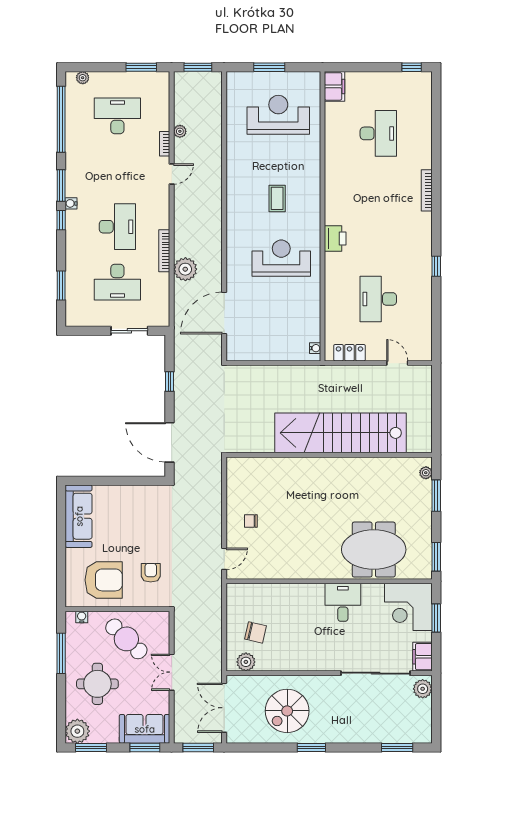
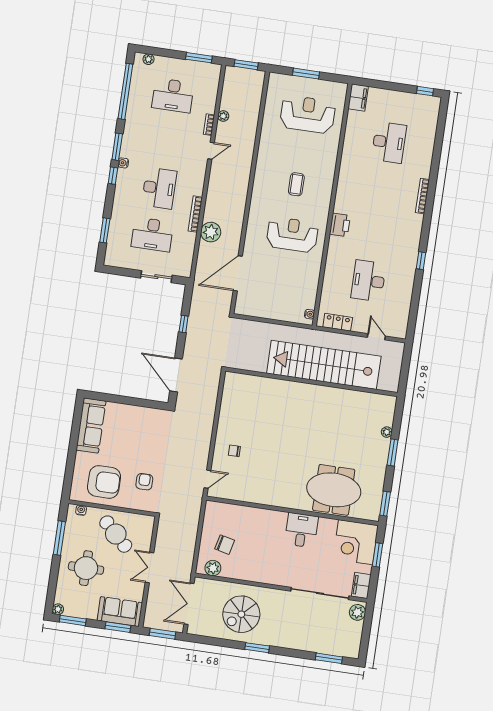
desk: (117, 116) -> (173, 95), turned 180
stairs: (341, 433) -> (324, 365), moved
wall: (329, 455) -> (311, 382), moved
plant: (77, 731) -> (58, 609), width x0.53, depth x0.53

